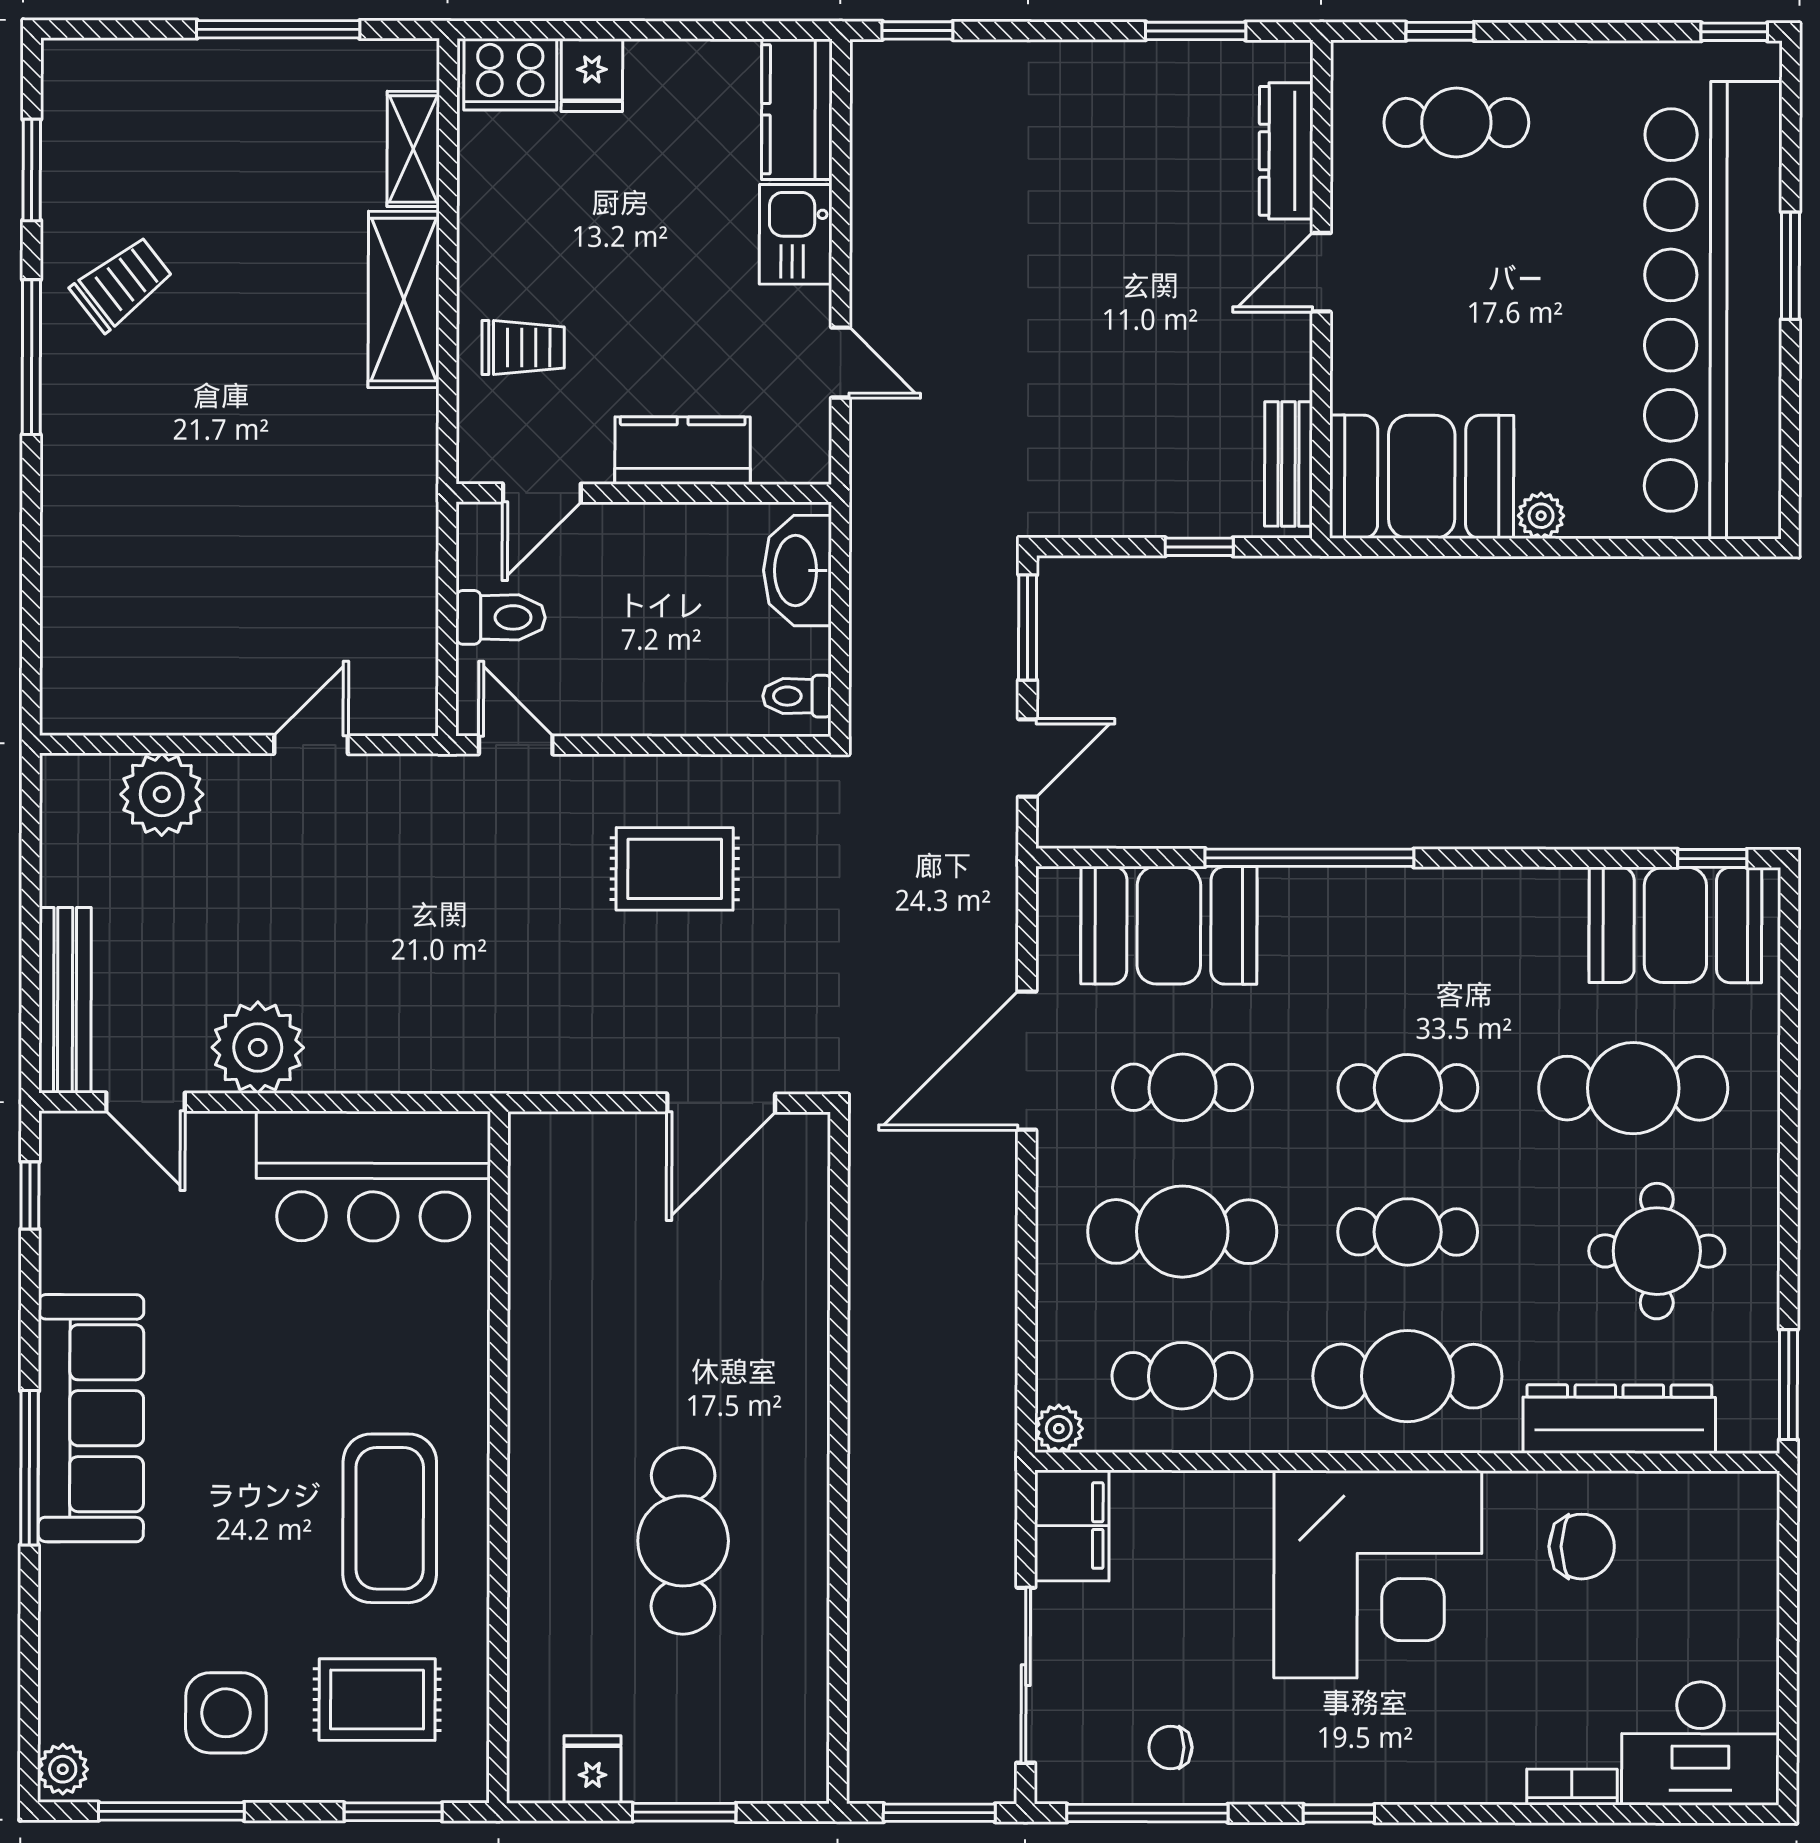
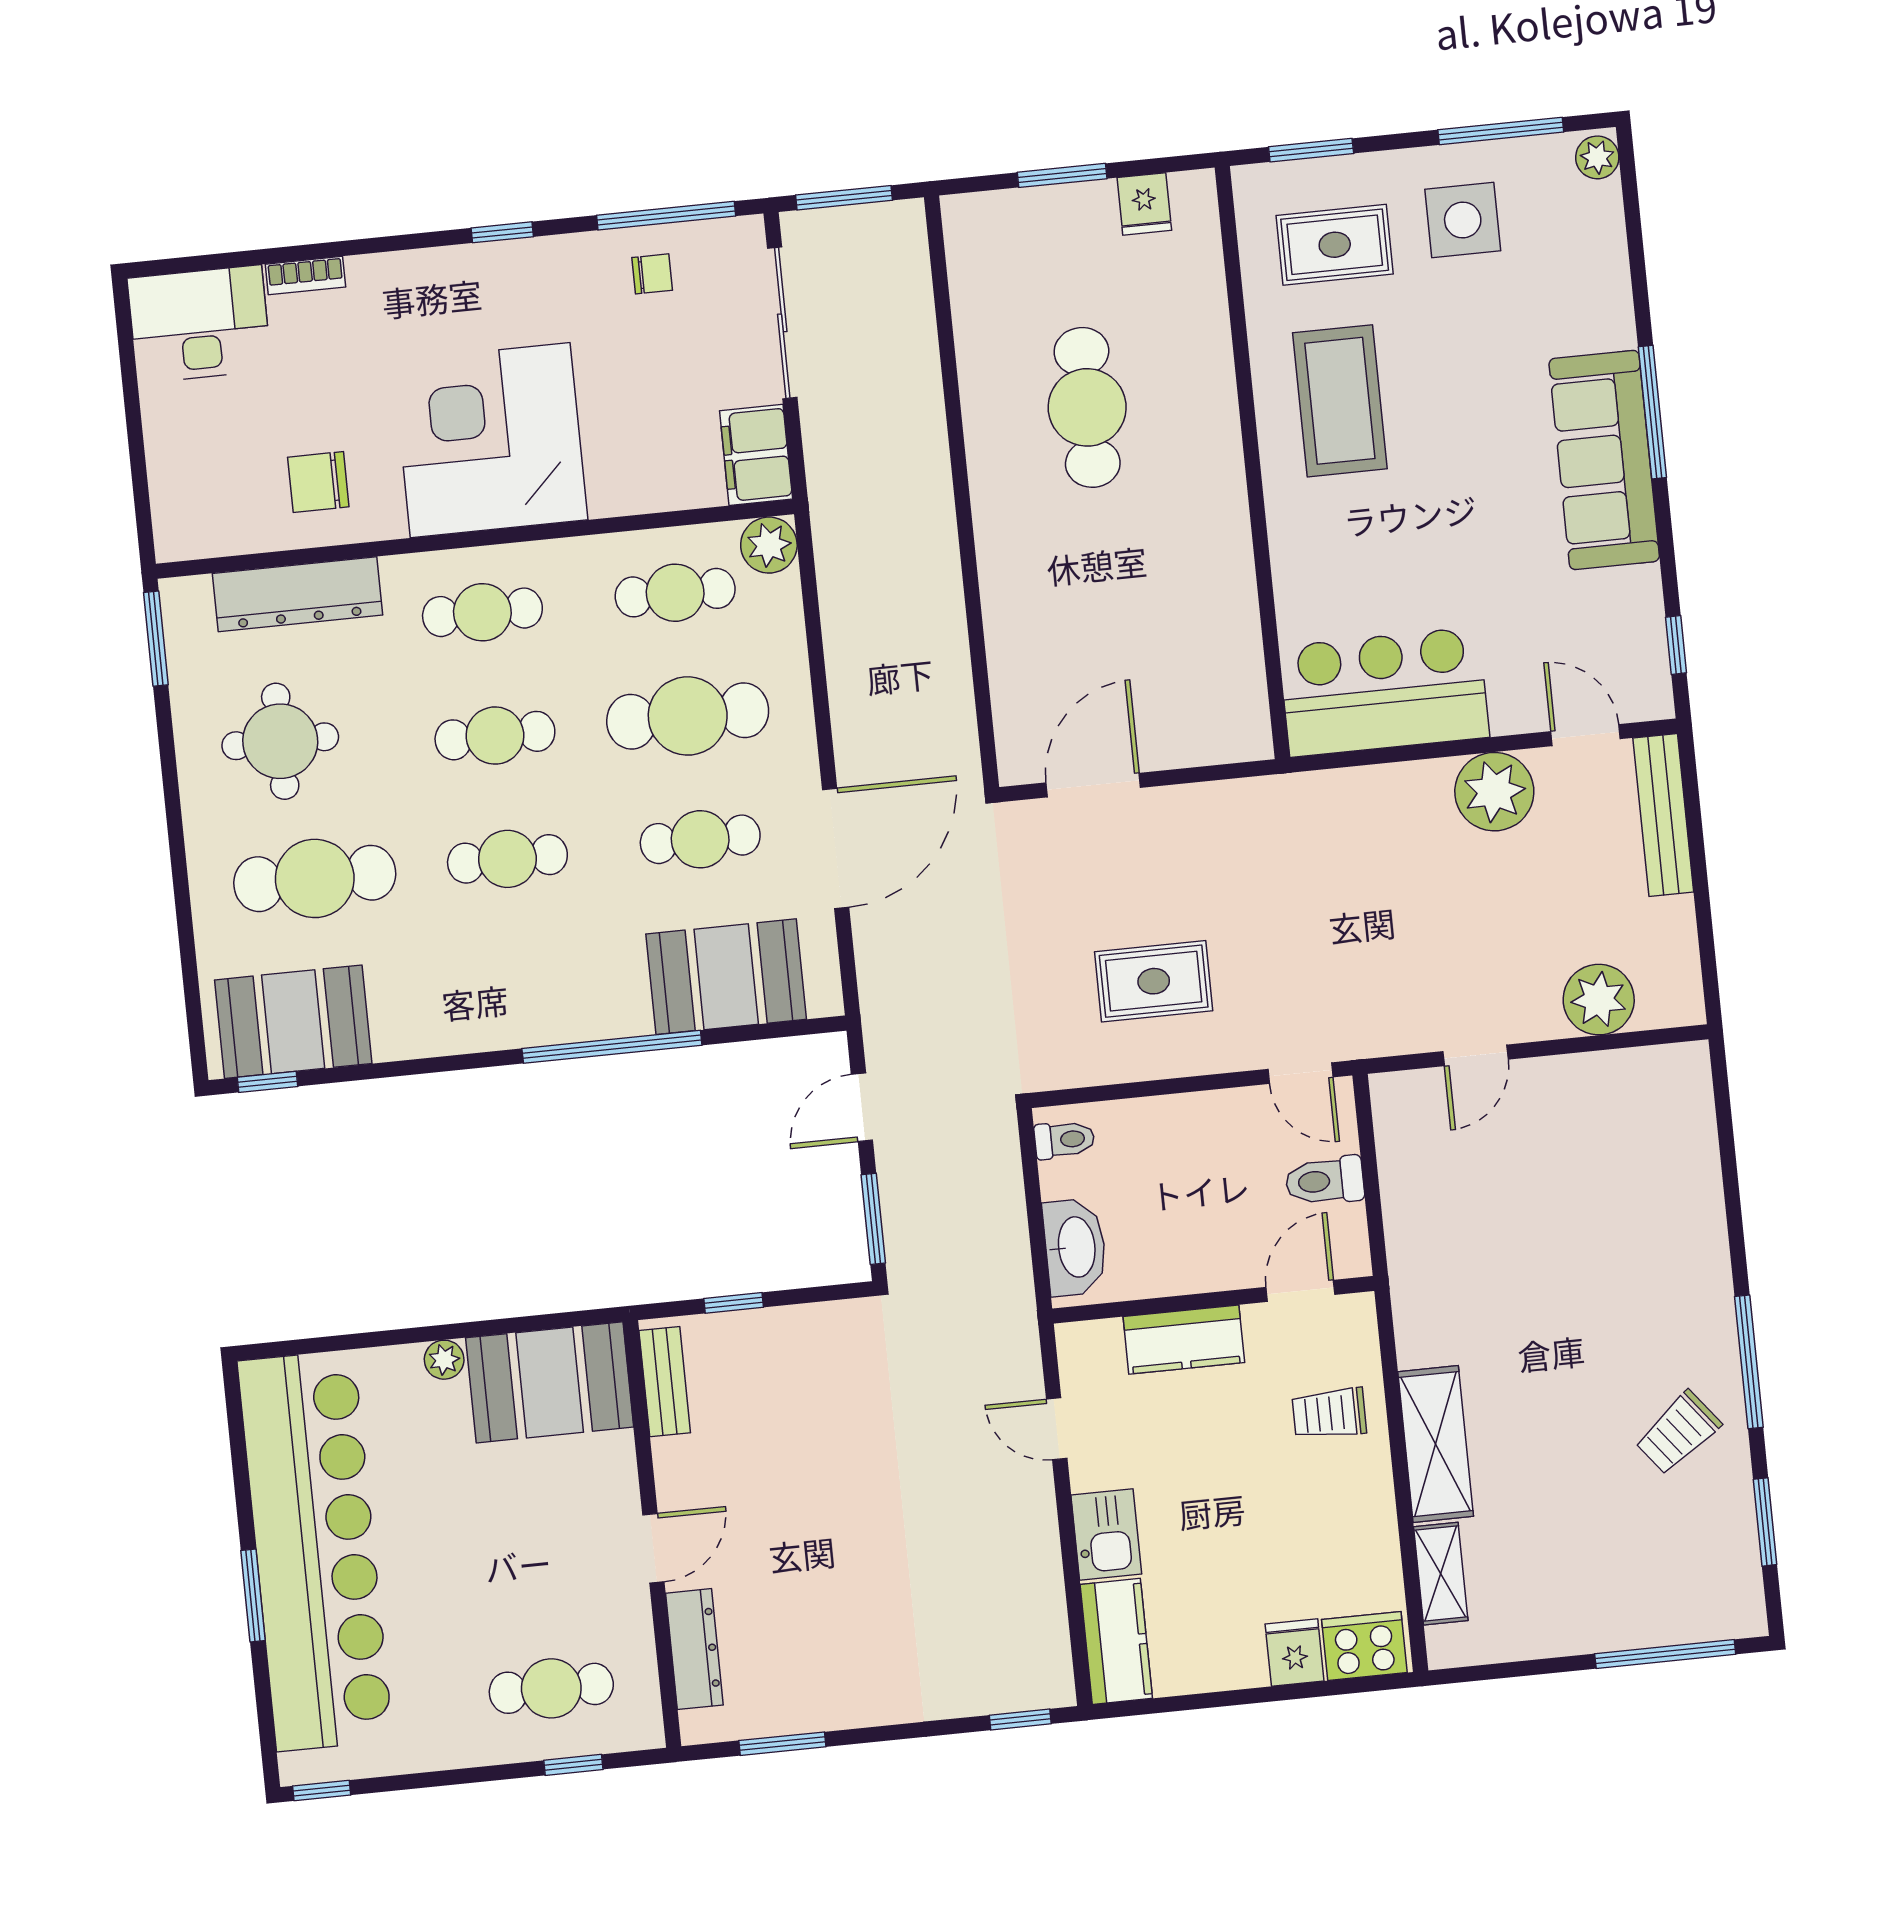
window: (278, 29) -> (1665, 1654), moved
cafe table: (1407, 1376) -> (482, 612), width x0.73, depth x0.74
plant: (1059, 1429) -> (769, 545), width x1.38, depth x1.38

